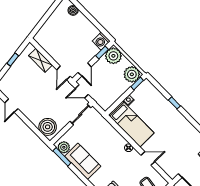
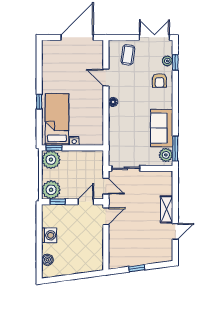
washing machine: (101, 41) -> (49, 235), moved
shelving: (41, 60) -> (167, 209), moved
bed: (131, 124) -> (57, 119), moved
boiler: (48, 127) -> (163, 185), removed

